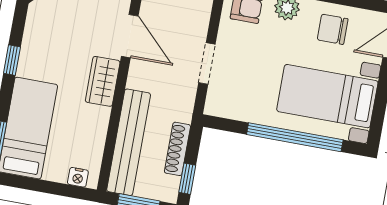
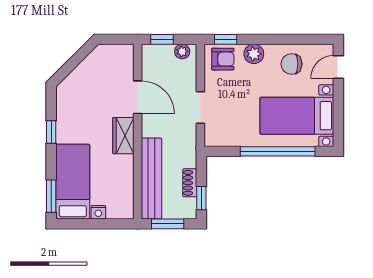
shoe rack: (177, 149) -> (190, 183), width x0.70
nightstand: (78, 177) -> (98, 212), moved

